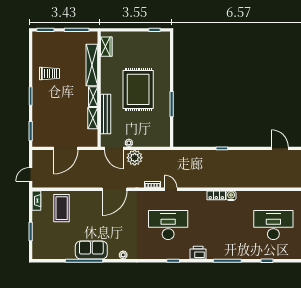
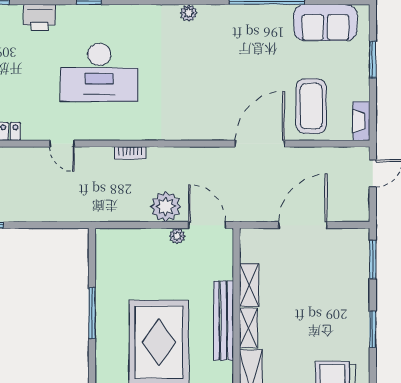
bench: (106, 114) -> (224, 320), moved
door: (115, 189) -> (260, 144), moved
door: (171, 189) -> (62, 144), moved
sofa: (91, 250) -> (325, 23), moved

